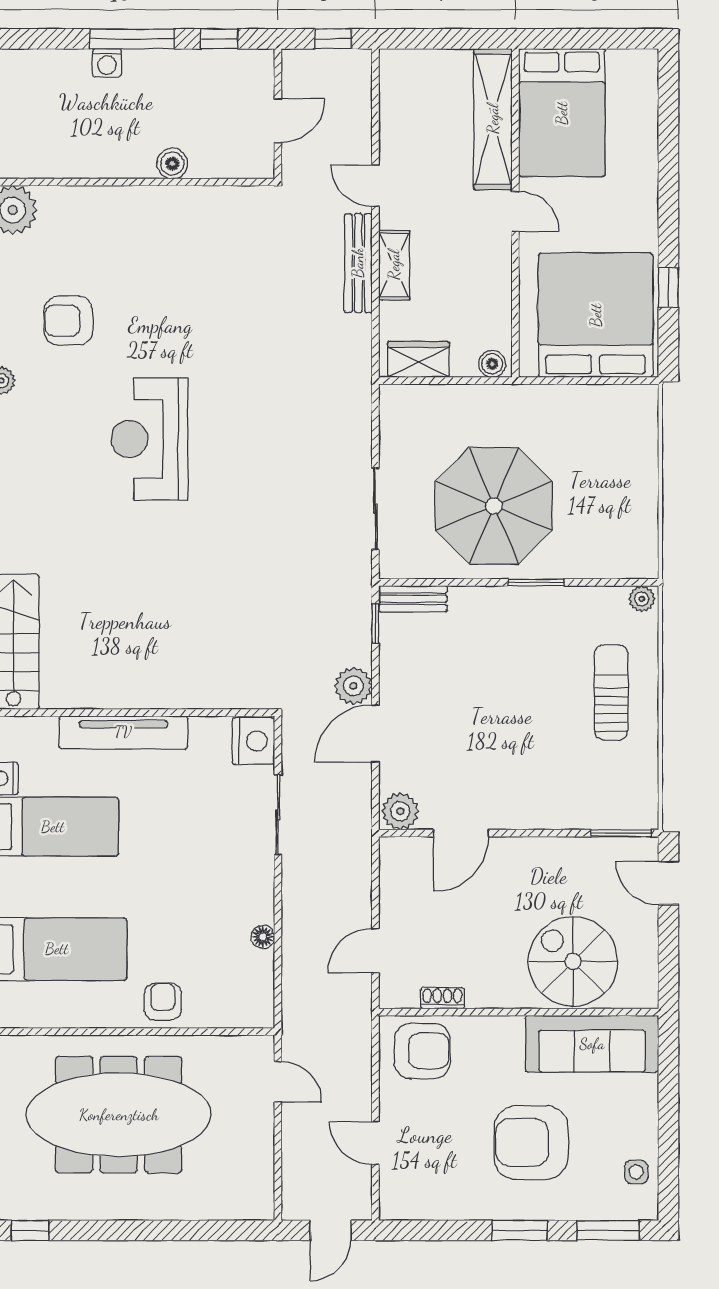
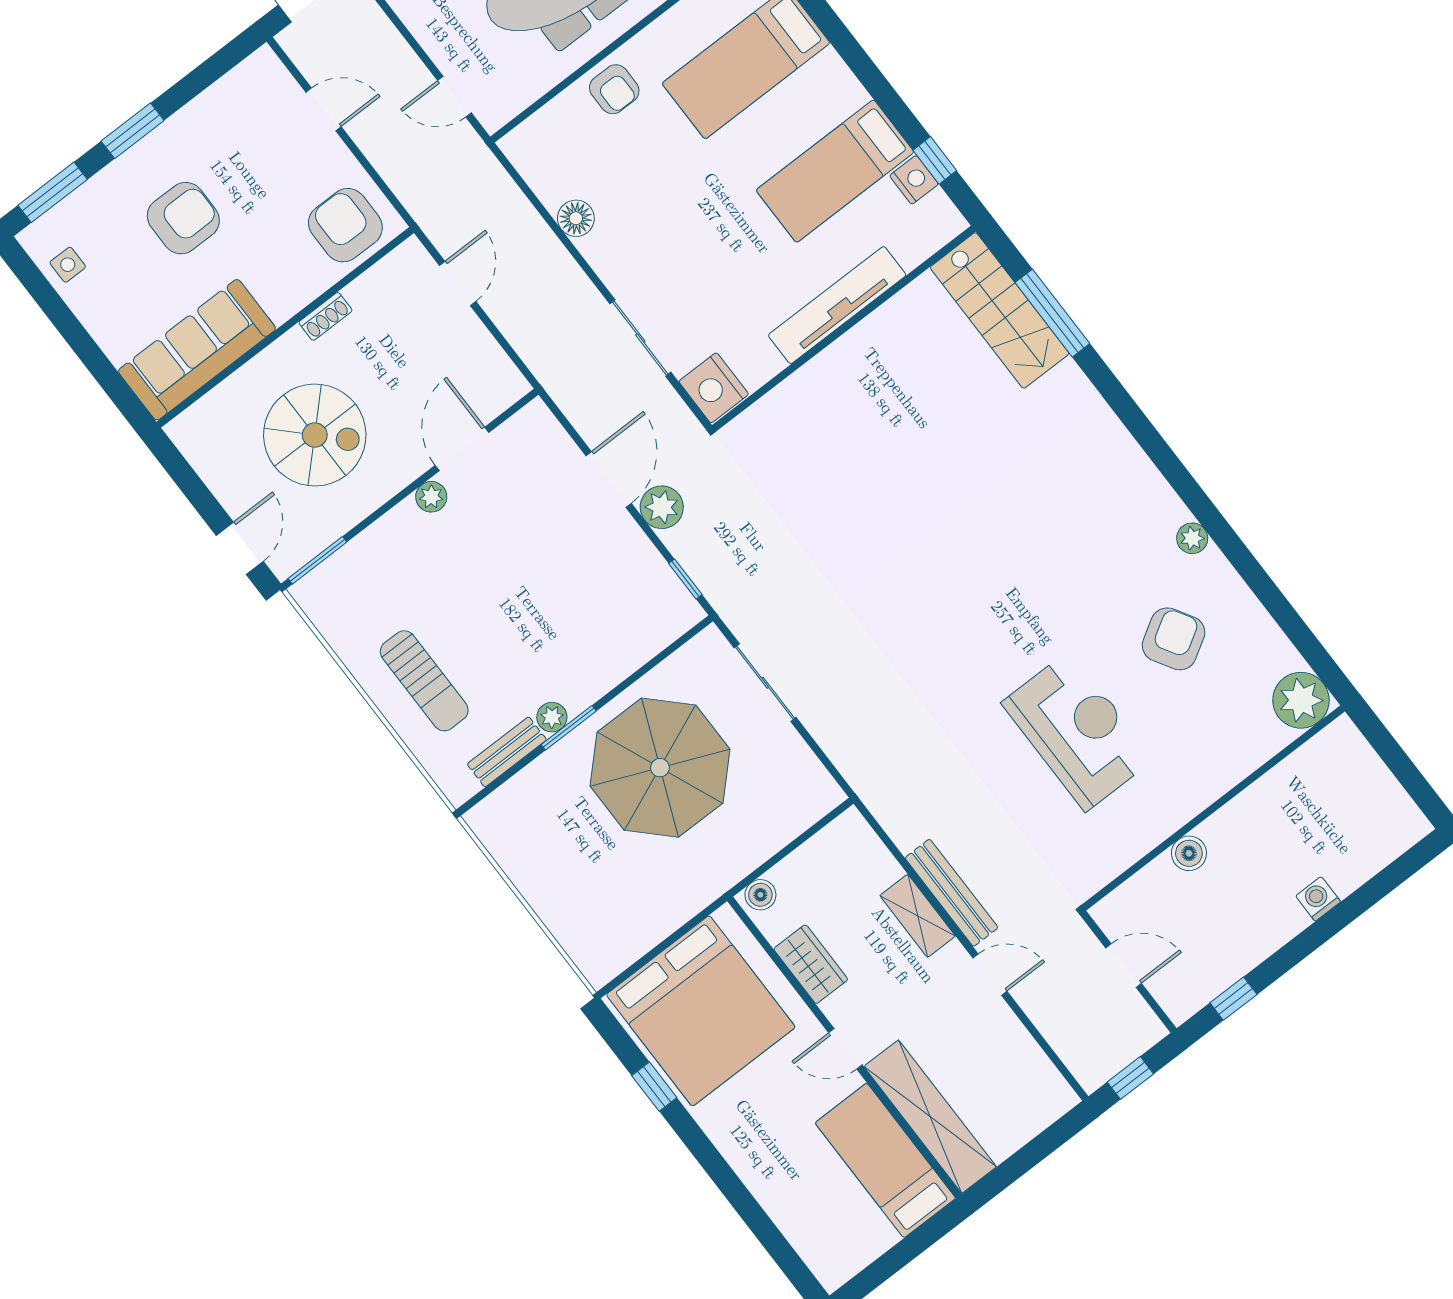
window: (132, 39) -> (1312, 938), removed
bed: (562, 113) -> (885, 1160), width x0.67
door: (278, 121) -> (1124, 966), swing flipped
armchair: (68, 321) -> (1174, 639), turned -31
wardrobe: (418, 359) -> (811, 964), moved, turned -90
reception desk: (149, 439) -> (1078, 731), moved
bench: (413, 599) -> (507, 752), moved
plant: (642, 599) -> (552, 717), moved
plant: (400, 811) -> (431, 497), moved, width x0.73, depth x0.73
door: (668, 883) -> (240, 548), hinge flipped
floor lamp: (263, 937) -> (576, 218), width x1.37, depth x1.37
spiral stairs: (573, 961) -> (315, 435), moved
shoe rack: (442, 998) -> (325, 316), moved
armchair: (422, 1051) -> (345, 225), turned 90
armchair: (531, 1143) -> (183, 218), width x0.73, depth x0.73

